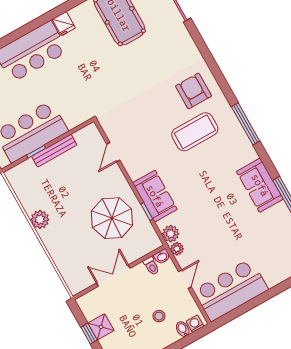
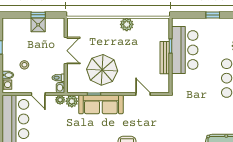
sofa: (155, 196) -> (101, 105), width x1.36

